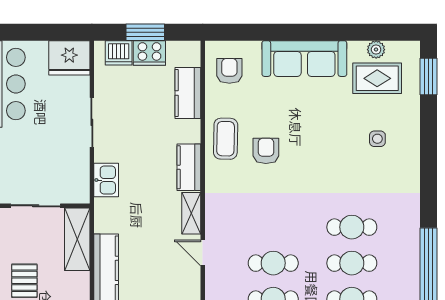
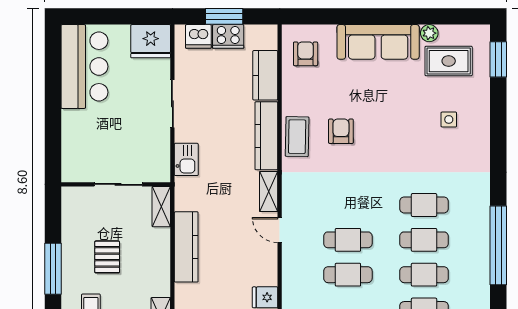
plant: (376, 50) -> (429, 33), moved
coffee table: (226, 139) -> (297, 137), moved
kitchen counter: (189, 167) -> (266, 136), width x1.50
shelving: (77, 239) -> (161, 207), width x0.67, depth x0.75

